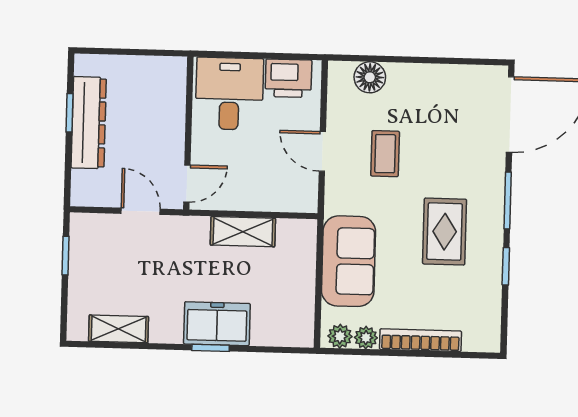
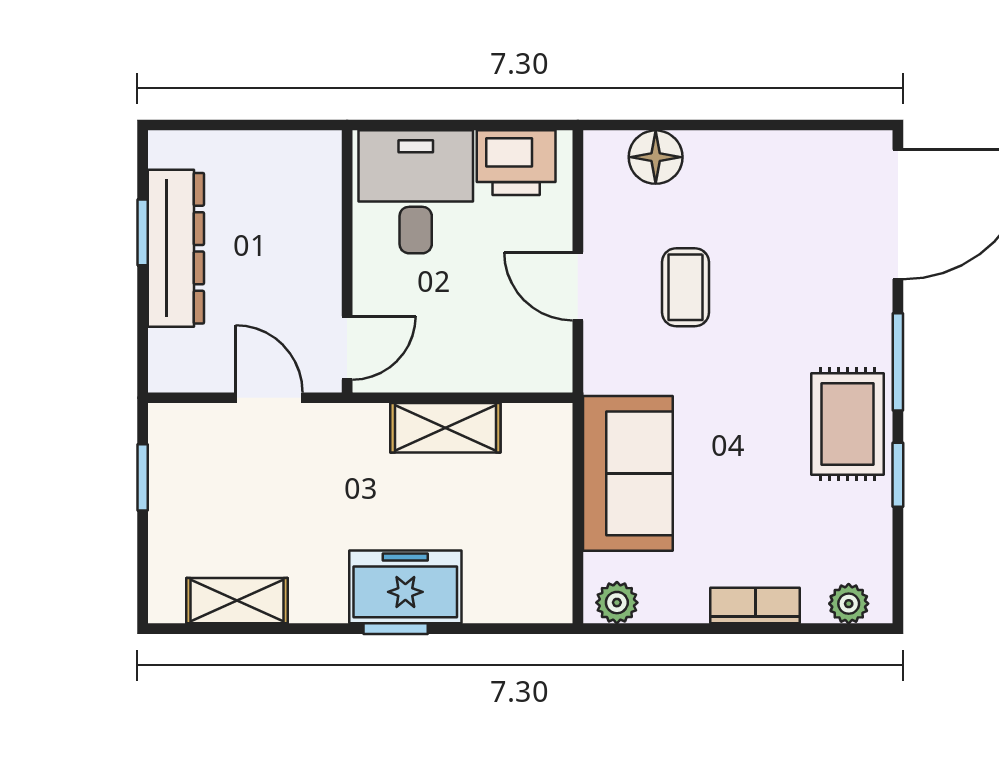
rug: (445, 232) -> (847, 424), moved
plant: (366, 338) -> (849, 604), moved
bookcase: (420, 340) -> (755, 605), width x0.64

